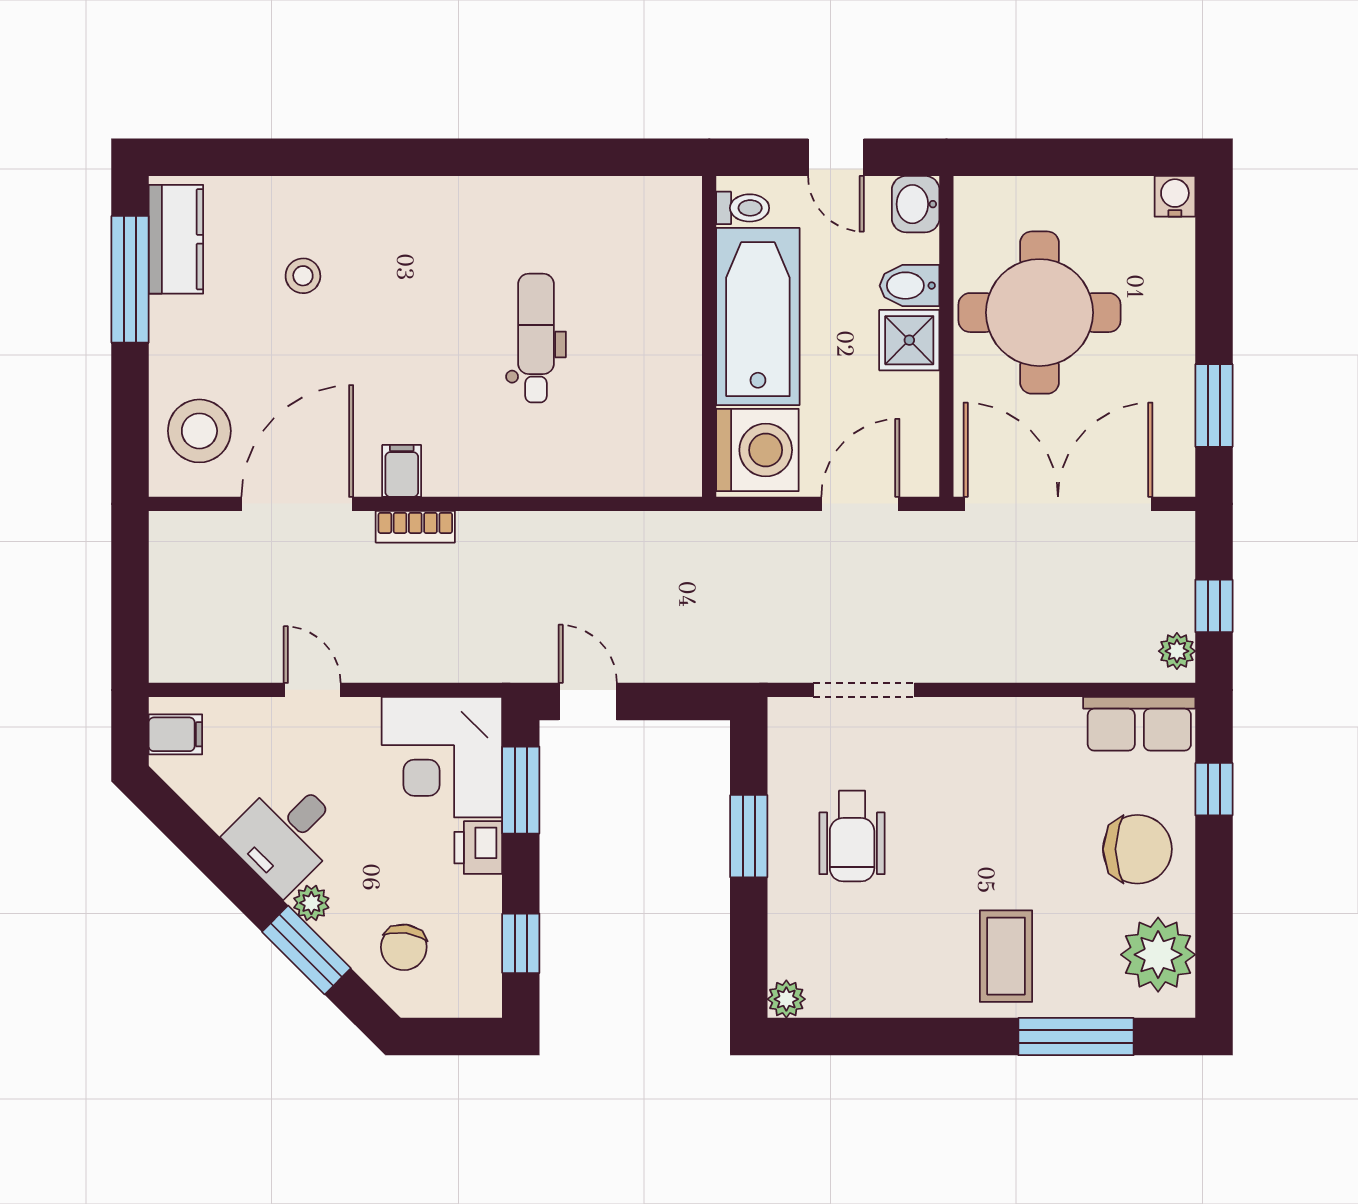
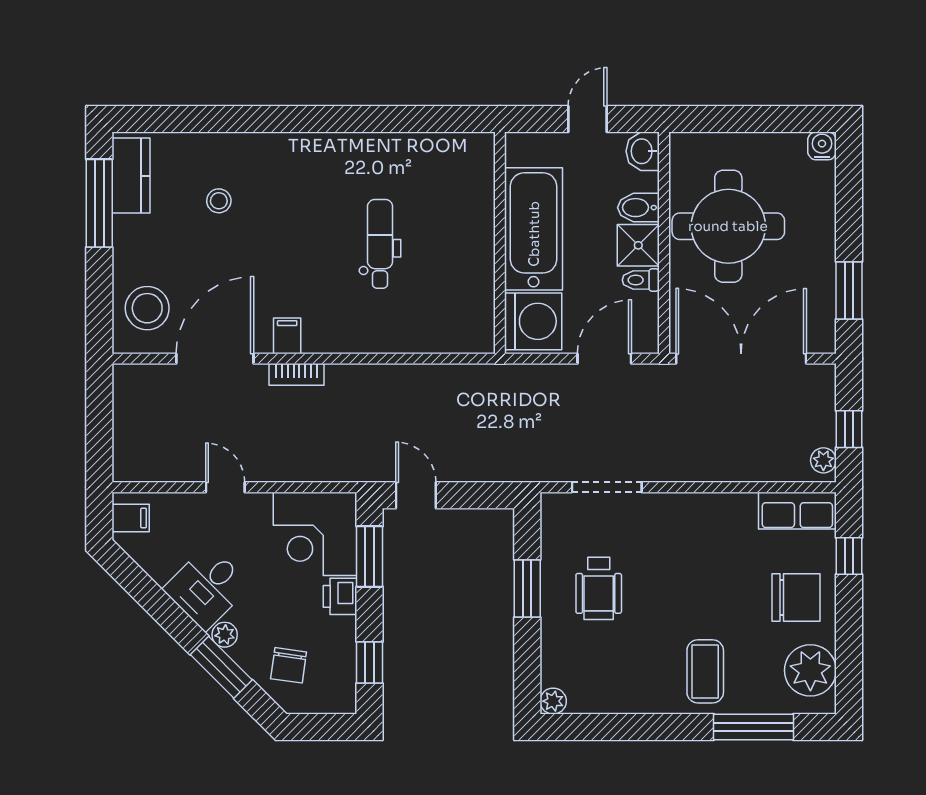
door: (836, 157) -> (587, 119), swing flipped
toilet: (743, 208) -> (641, 280), moved, turned 180

